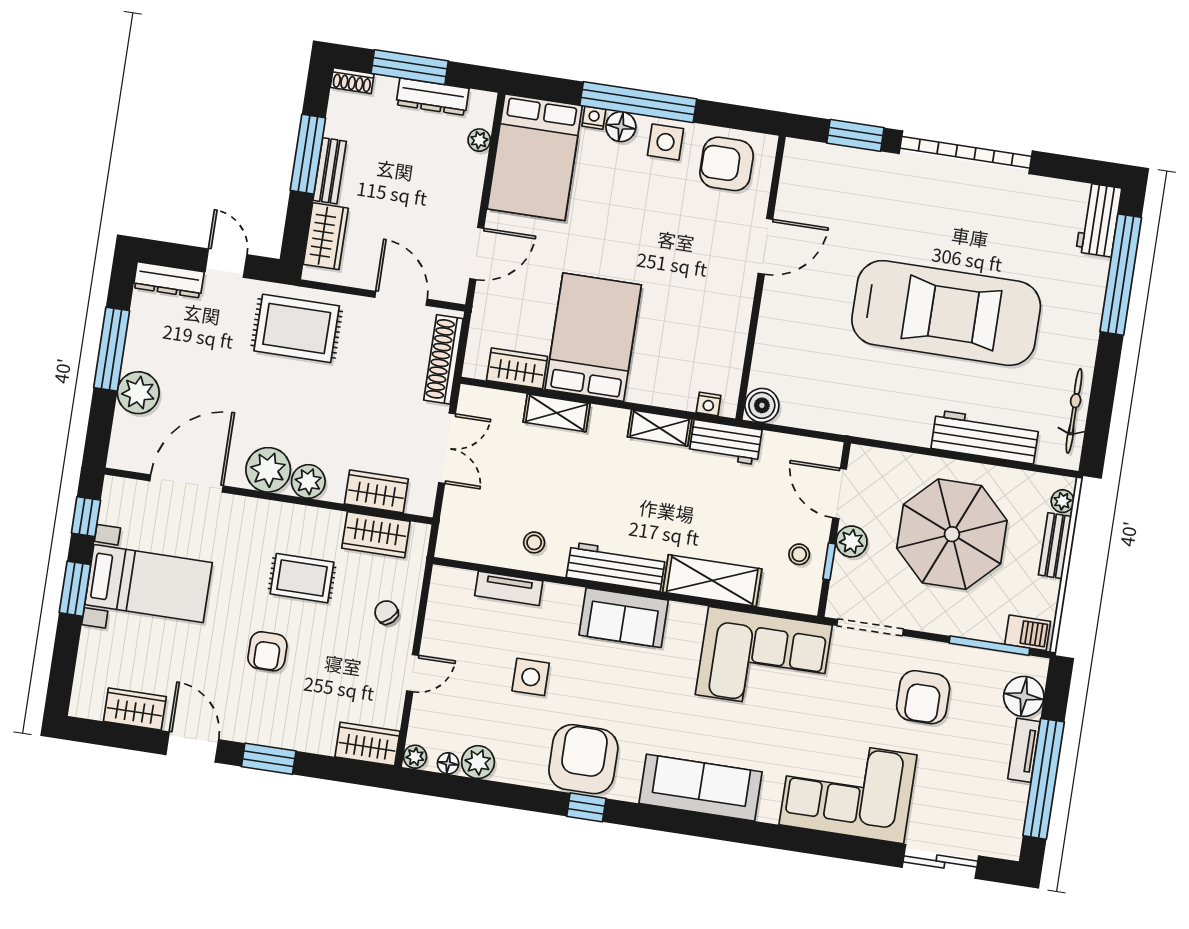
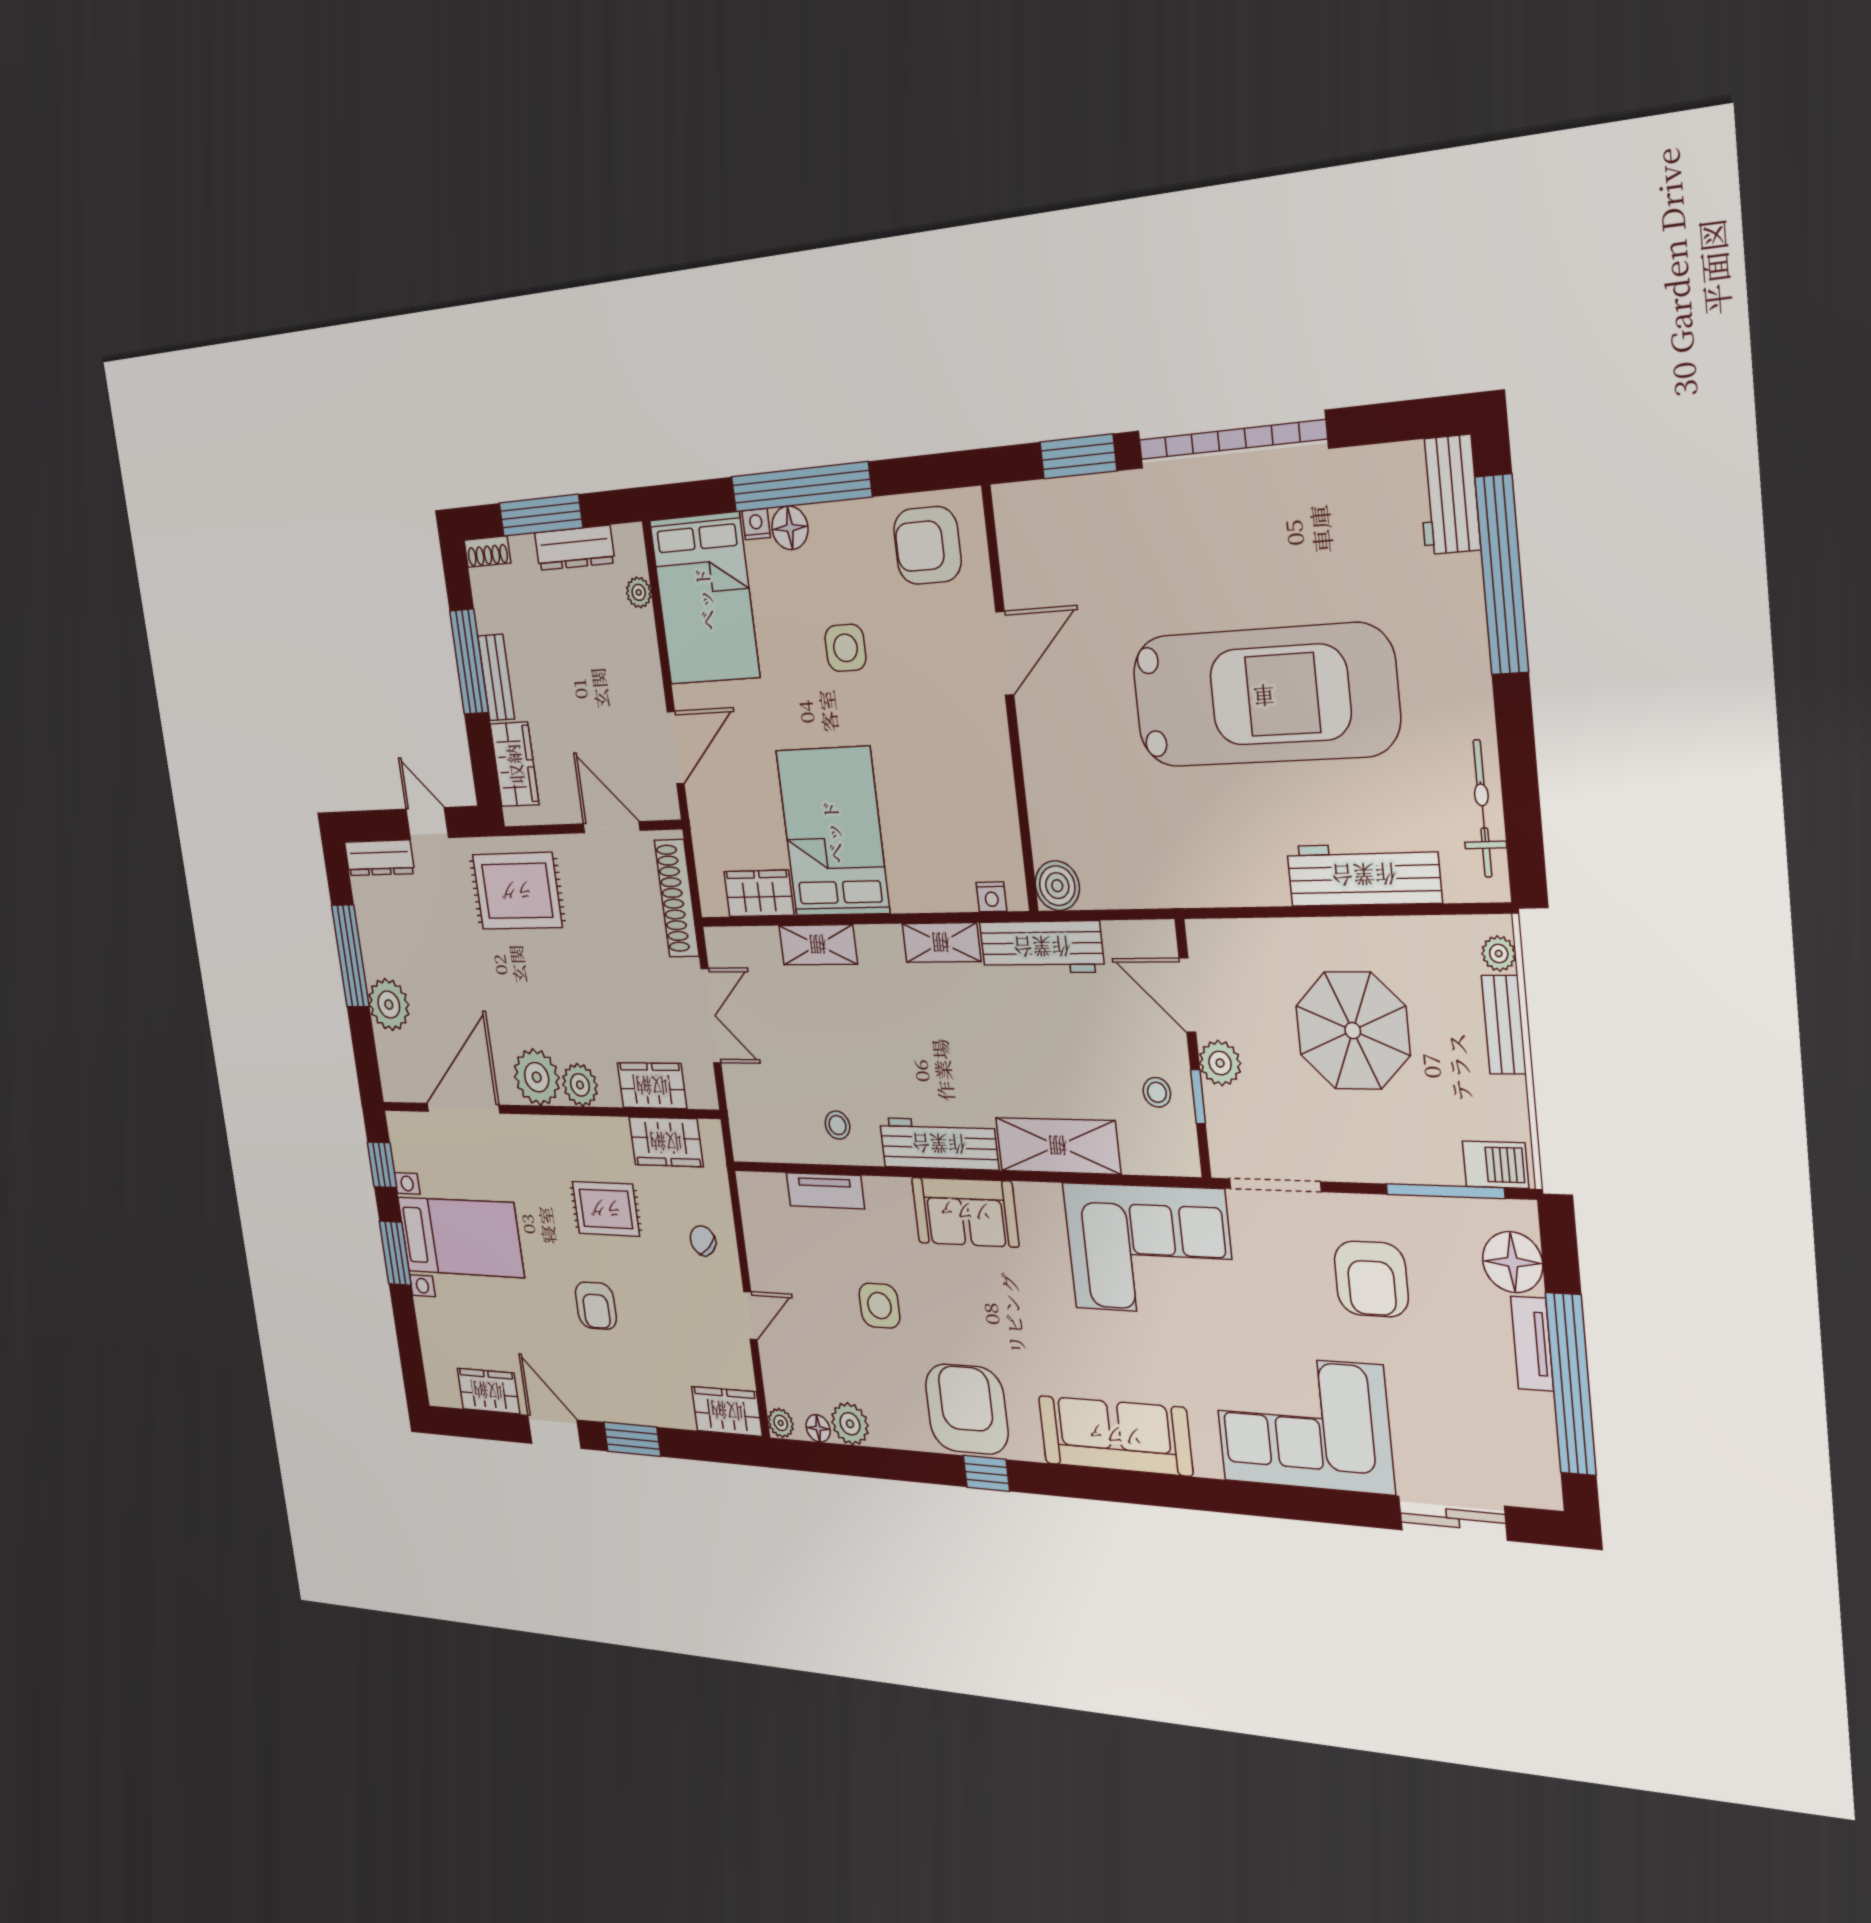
side table: (666, 142) -> (845, 648), moved
workbench: (725, 442) -> (1042, 947), width x1.38
parasol: (952, 534) -> (1353, 1031), width x0.73, depth x0.73

